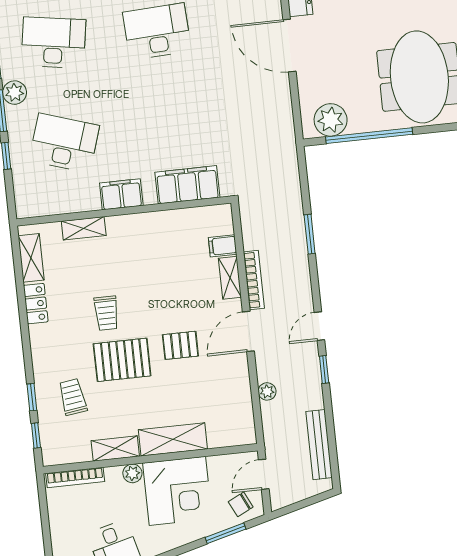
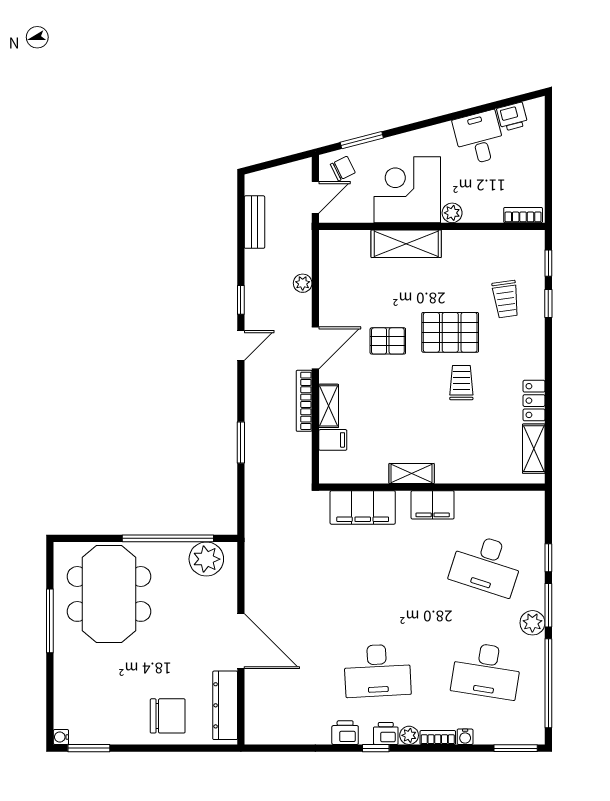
shelving: (84, 228) -> (412, 474), moved
bench: (319, 445) -> (254, 222), width x0.73
shelving: (115, 449) -> (467, 241), removed
bookcase: (75, 477) -> (523, 215), width x0.64

